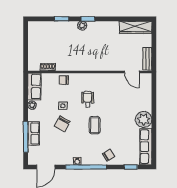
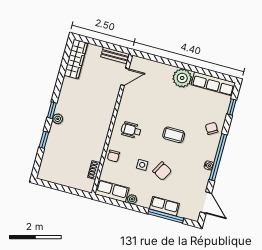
wheelchair: (88, 99) -> (131, 130), moved

